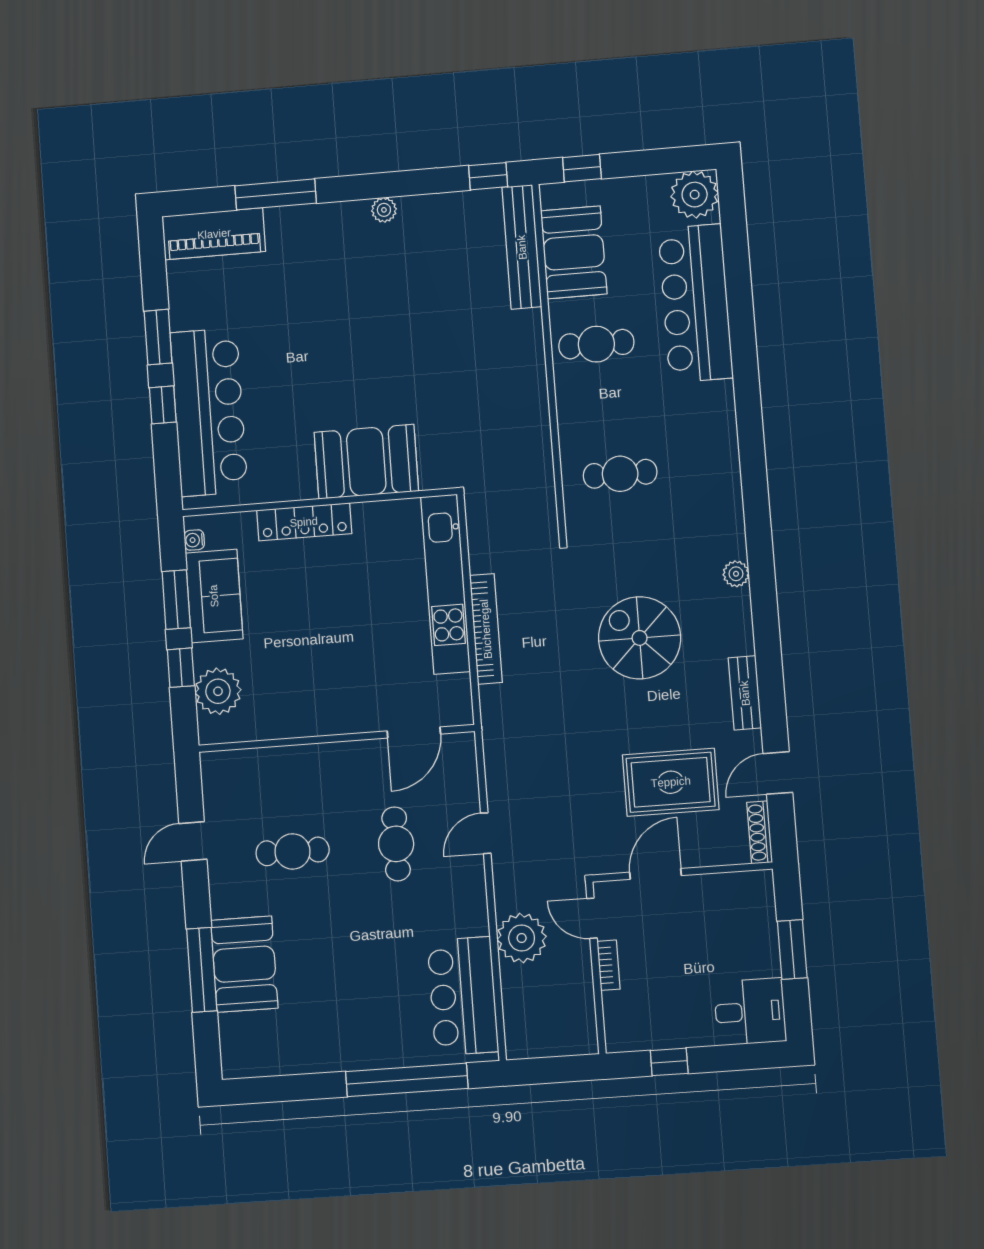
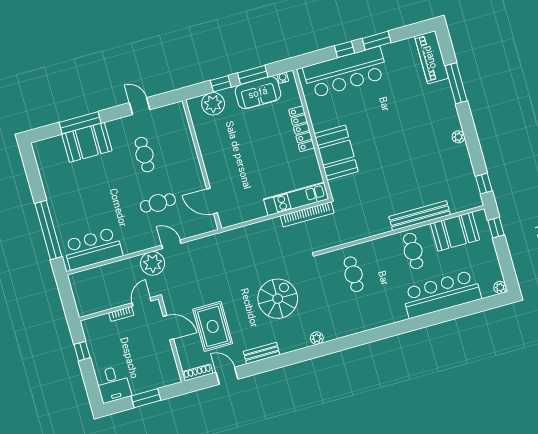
plant: (695, 195) -> (500, 287), width x0.53, depth x0.53
bench: (522, 247) -> (420, 216), moved
kitchen unit: (446, 584) -> (296, 199), width x0.73
bookcase: (486, 629) -> (307, 214), moved
plant: (522, 938) -> (153, 263), moved

